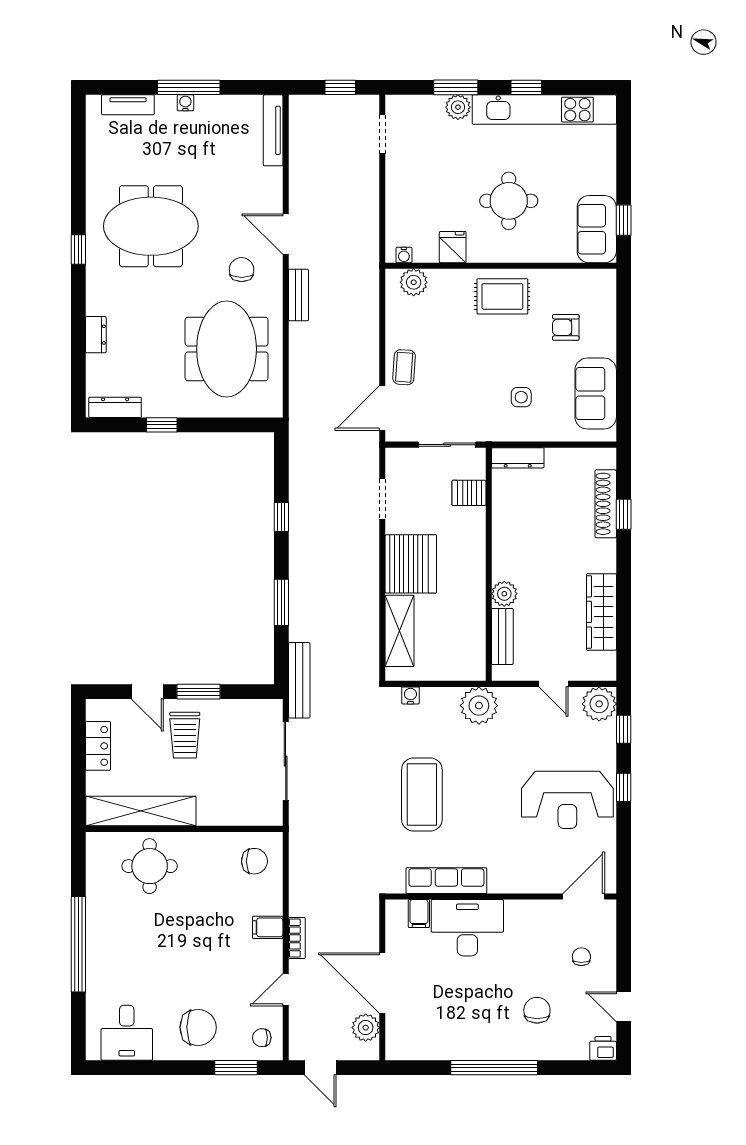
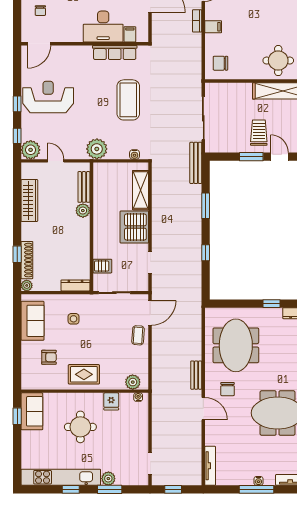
plant: (606, 458) -> (27, 285), added

